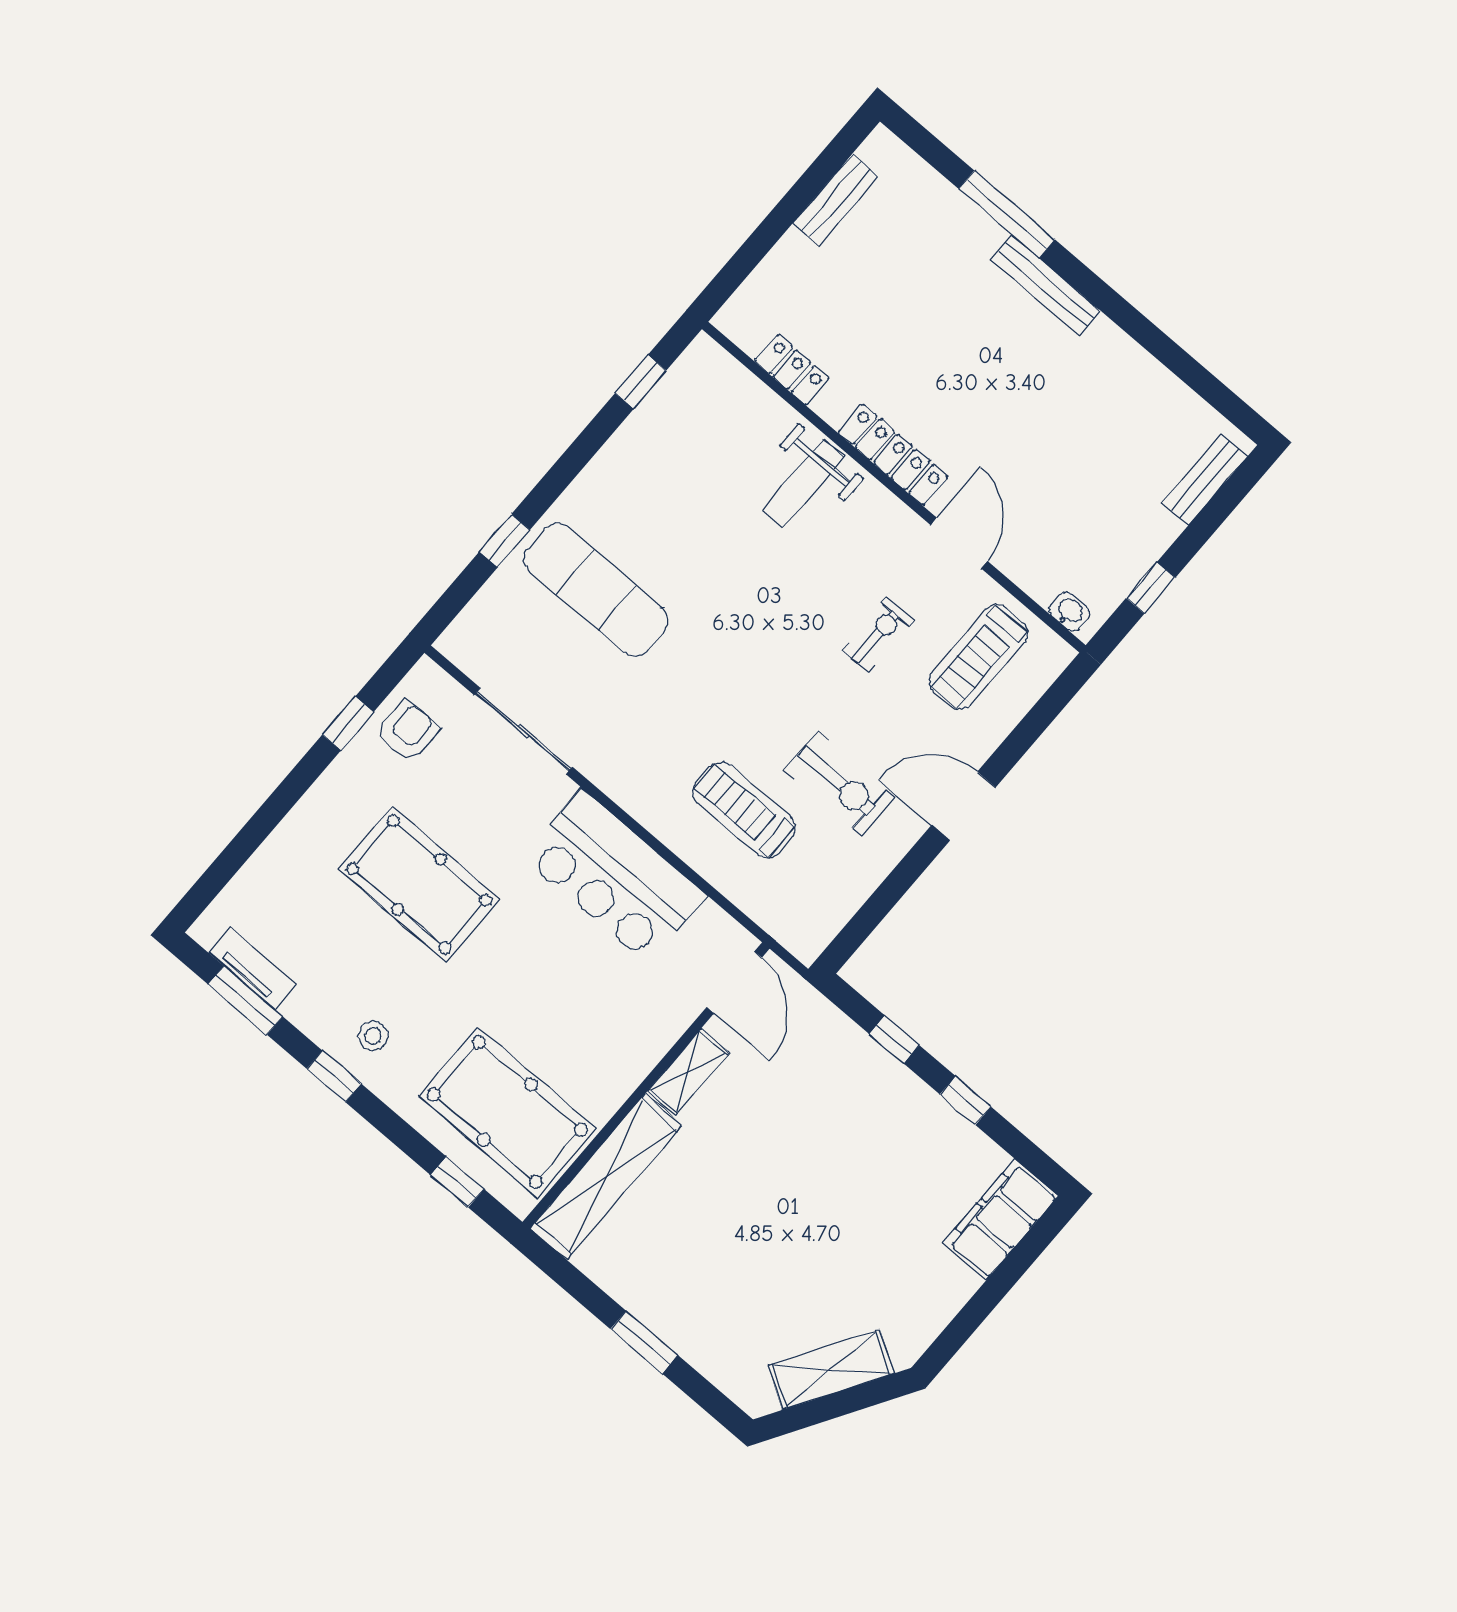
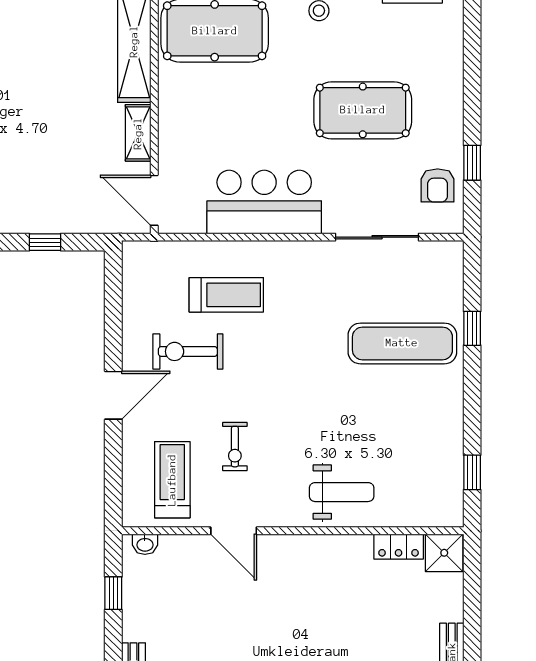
shower: (747, 320) -> (444, 553), added
locker: (893, 455) -> (308, 547), removed
weight bench: (803, 483) -> (342, 492), turned 90

